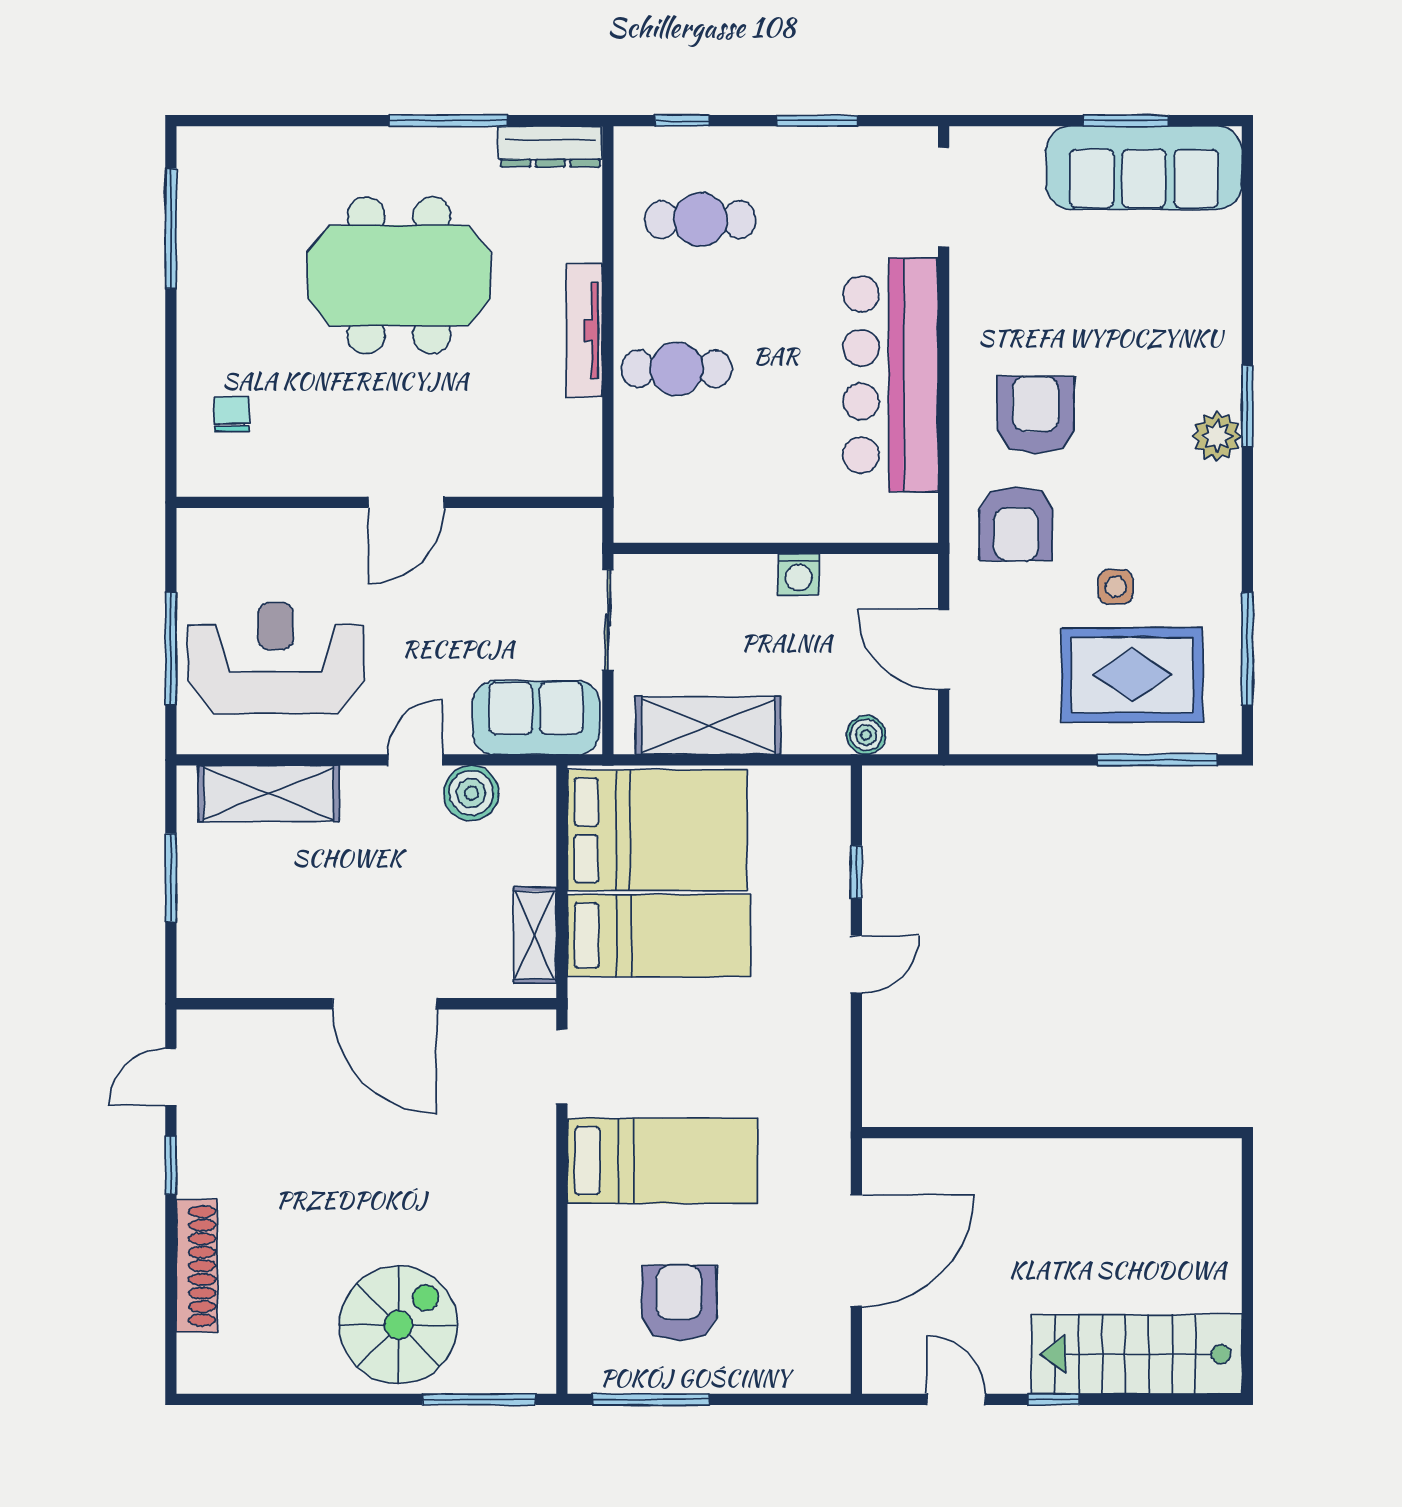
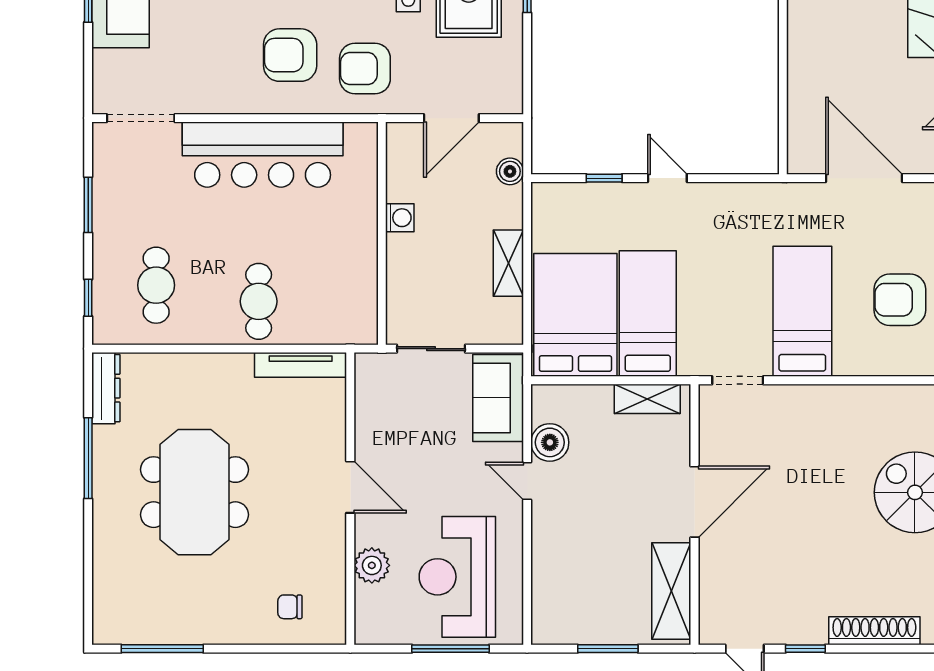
tv unit: (584, 330) -> (301, 365), moved
armchair: (1016, 524) -> (365, 69), turned 180
plant: (292, 534) -> (372, 565), added
shelving: (708, 725) -> (508, 263), width x0.67, depth x0.75
shelving: (269, 794) -> (671, 591), moved

